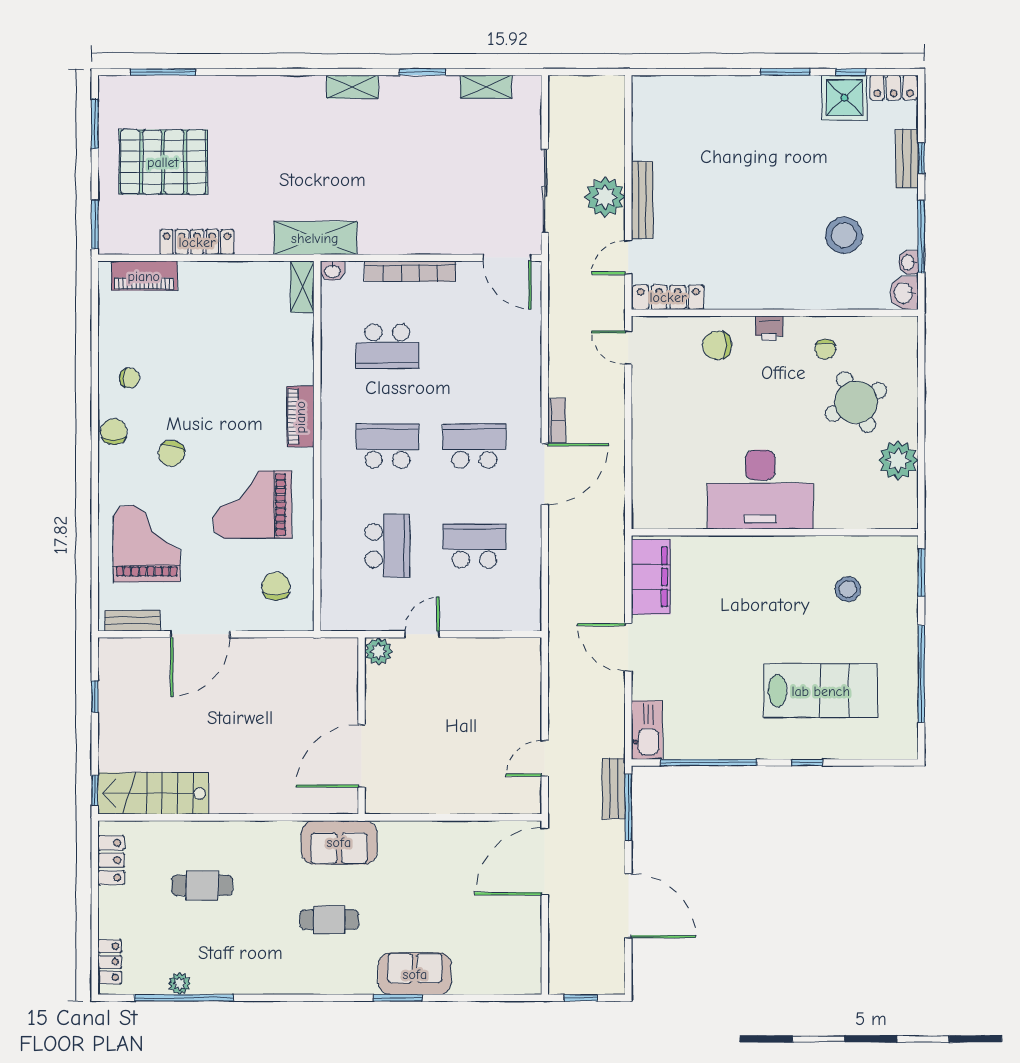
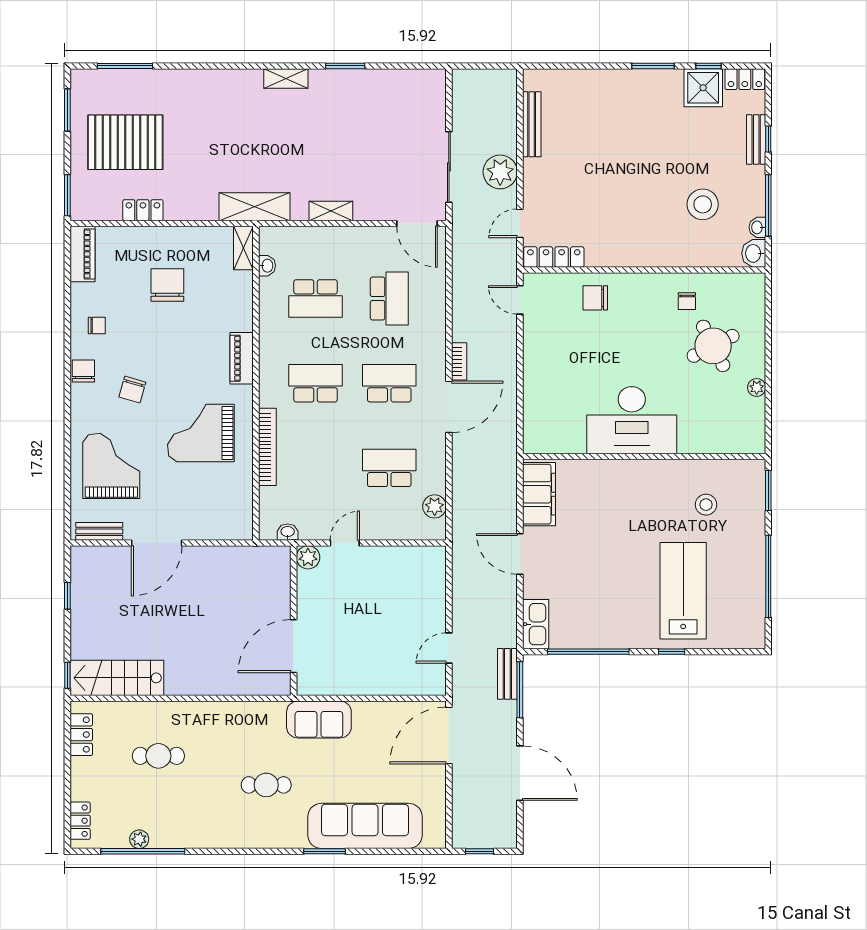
shelving: (486, 87) -> (331, 211), moved
bench: (642, 200) -> (532, 124), moved
locker: (197, 242) -> (143, 210), width x0.66
washbasin: (332, 271) -> (267, 266), moved, turned -90
bookcase: (410, 271) -> (267, 447), moved, turned -90
piano: (144, 276) -> (82, 254), moved, turned -90
printer: (769, 328) -> (639, 283), removed
plant: (898, 460) -> (757, 387), width x0.53, depth x0.53
school desk: (387, 546) -> (389, 299), moved
chair: (276, 586) -> (167, 285), moved, width x1.37, depth x1.37
plant: (528, 591) -> (435, 506), added
washbasin: (354, 621) -> (288, 532), added
lab bench: (821, 691) -> (683, 591), turned -90
sofa: (339, 842) -> (319, 719), moved
sofa: (415, 974) -> (365, 826), width x1.85, depth x1.27

